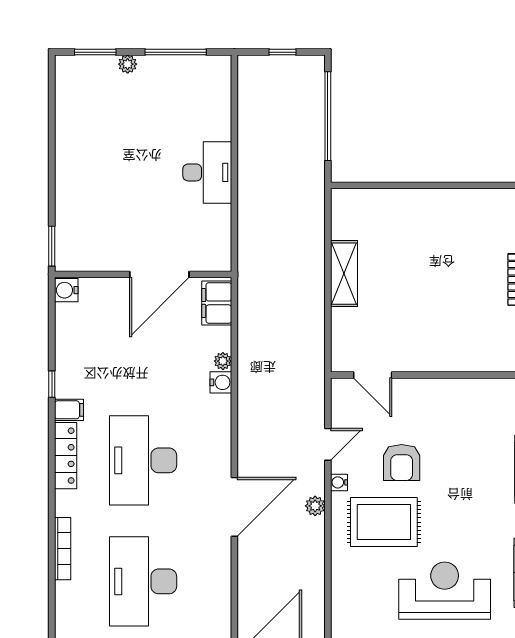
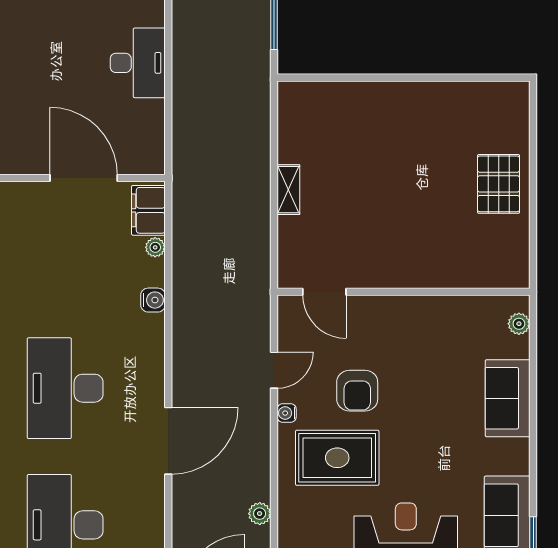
door: (159, 274) -> (84, 178), swing flipped
shelving: (344, 274) -> (288, 190), width x0.67, depth x0.75
plant: (223, 361) -> (155, 247), moved
plant: (315, 506) -> (260, 514), moved

